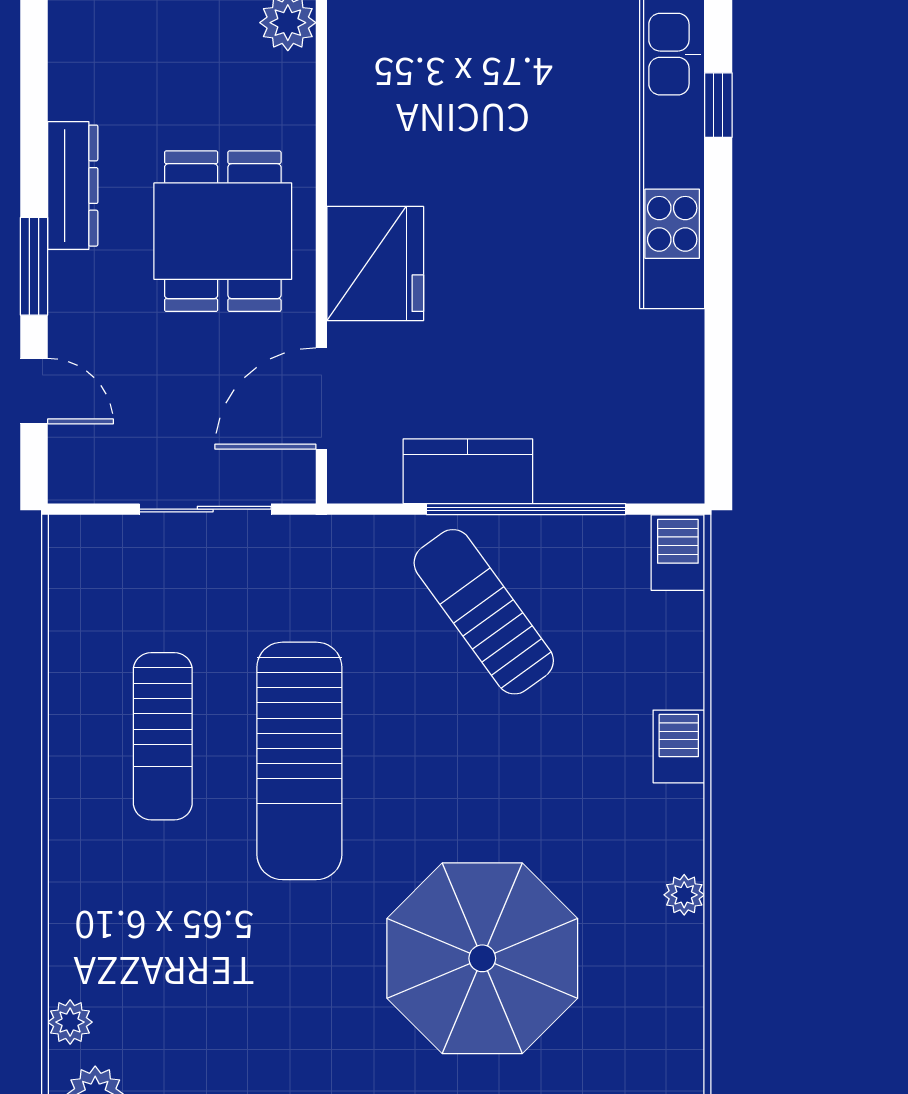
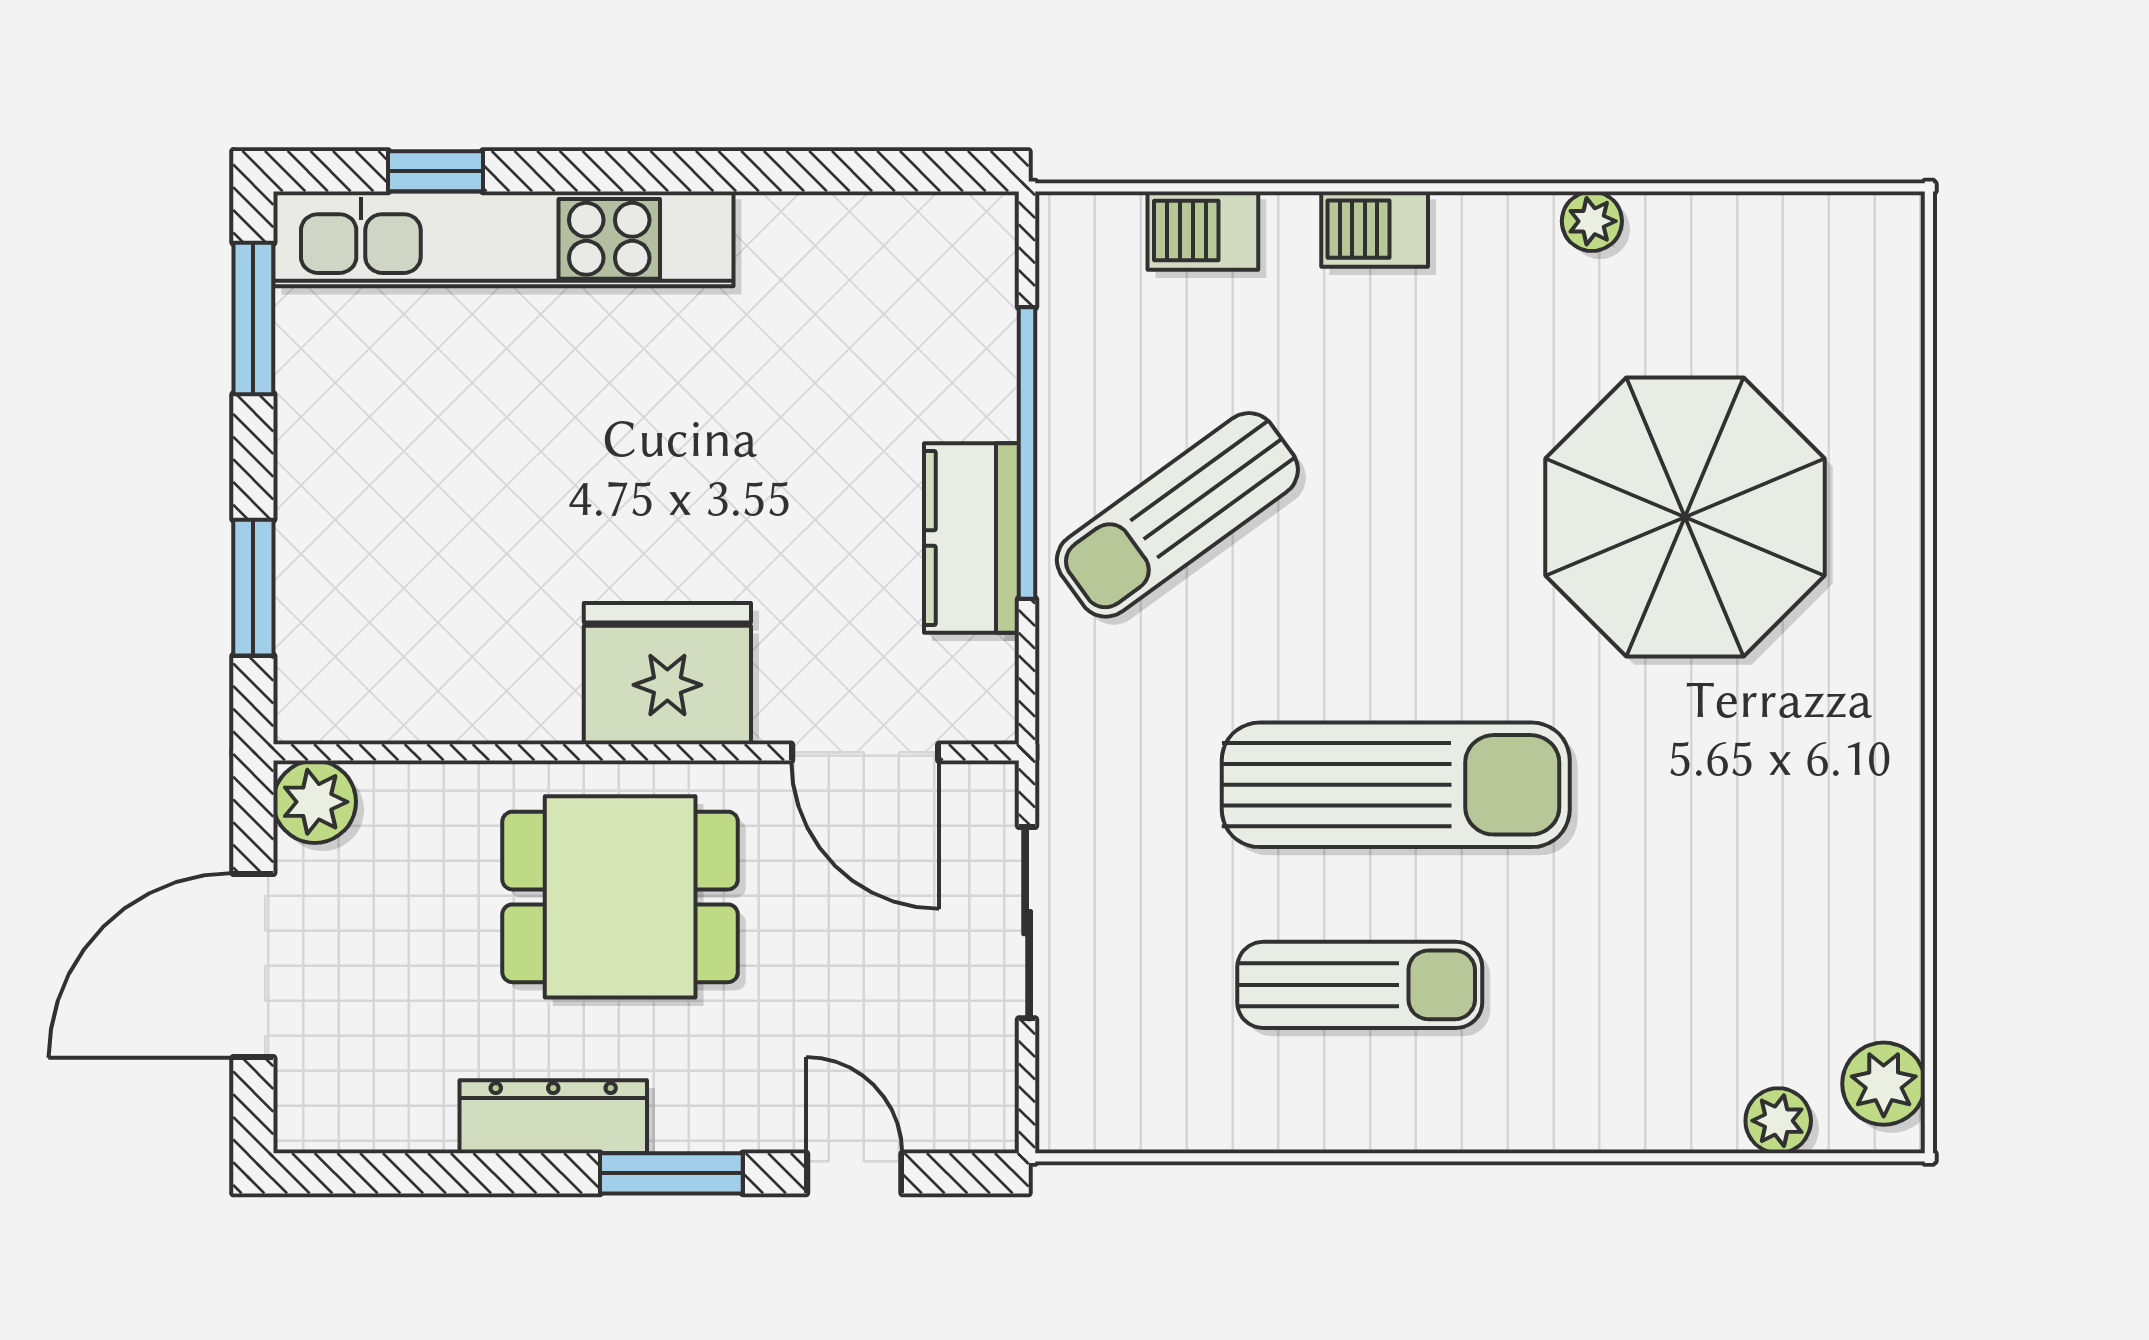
door: (34, 391) -> (854, 1173), hinge flipped
barbecue: (678, 553) -> (1203, 231), moved

